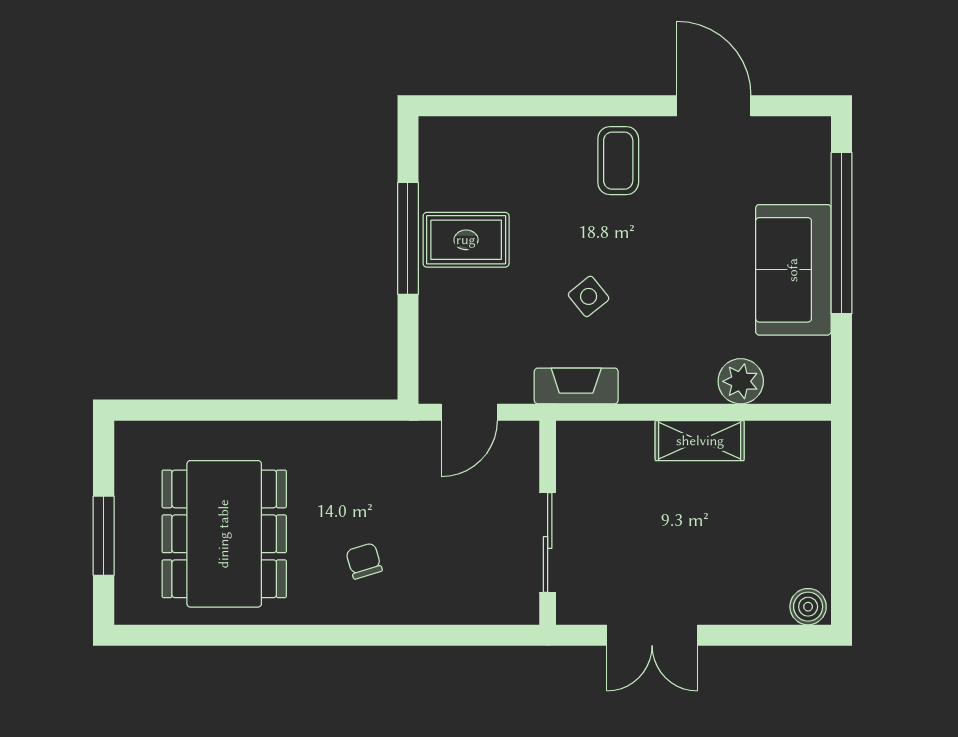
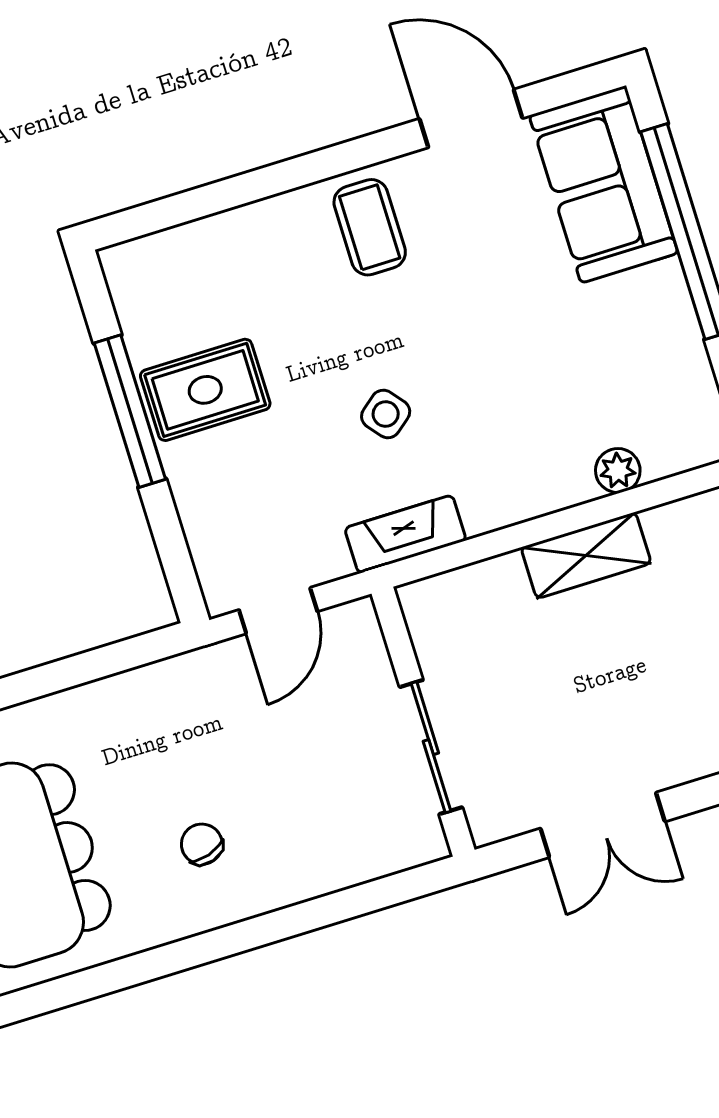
sofa: (793, 270) -> (604, 184), moved
plant: (741, 381) -> (618, 470), width x0.73, depth x0.73

